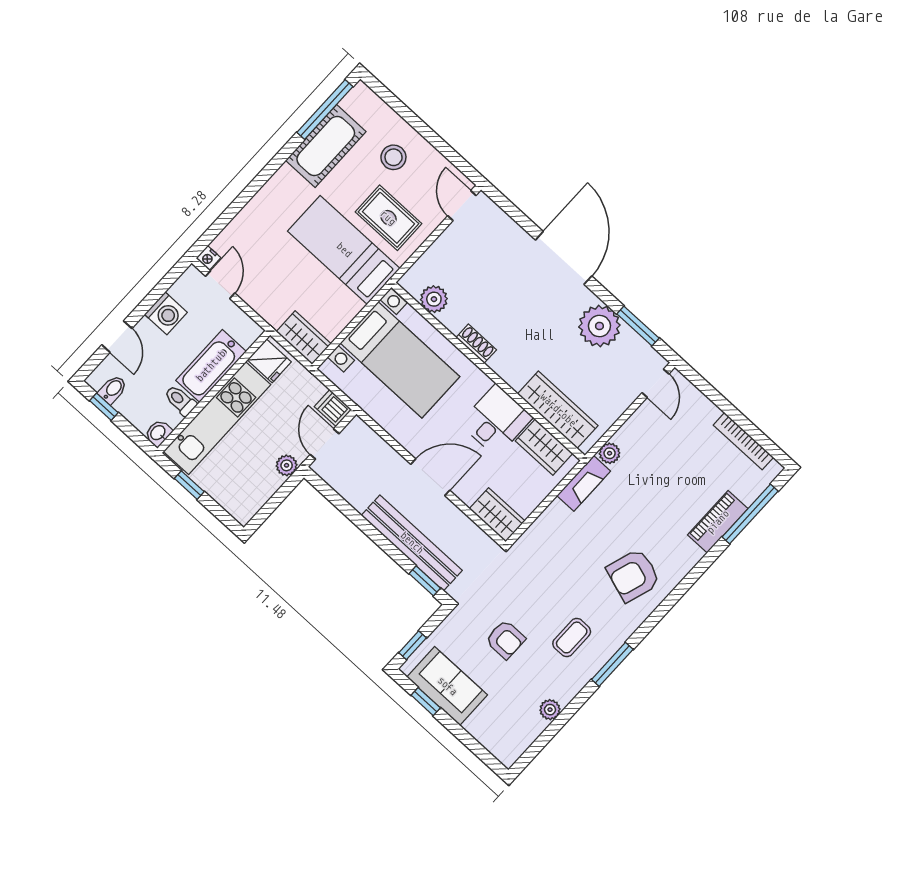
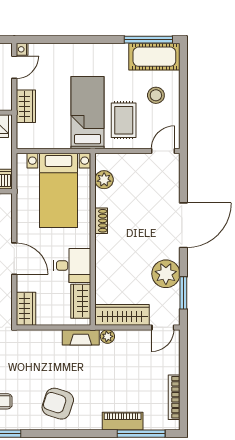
cot: (326, 146) -> (154, 57), moved
wardrobe: (304, 338) -> (26, 106), moved
wardrobe: (558, 410) -> (122, 315), moved, turned -90

